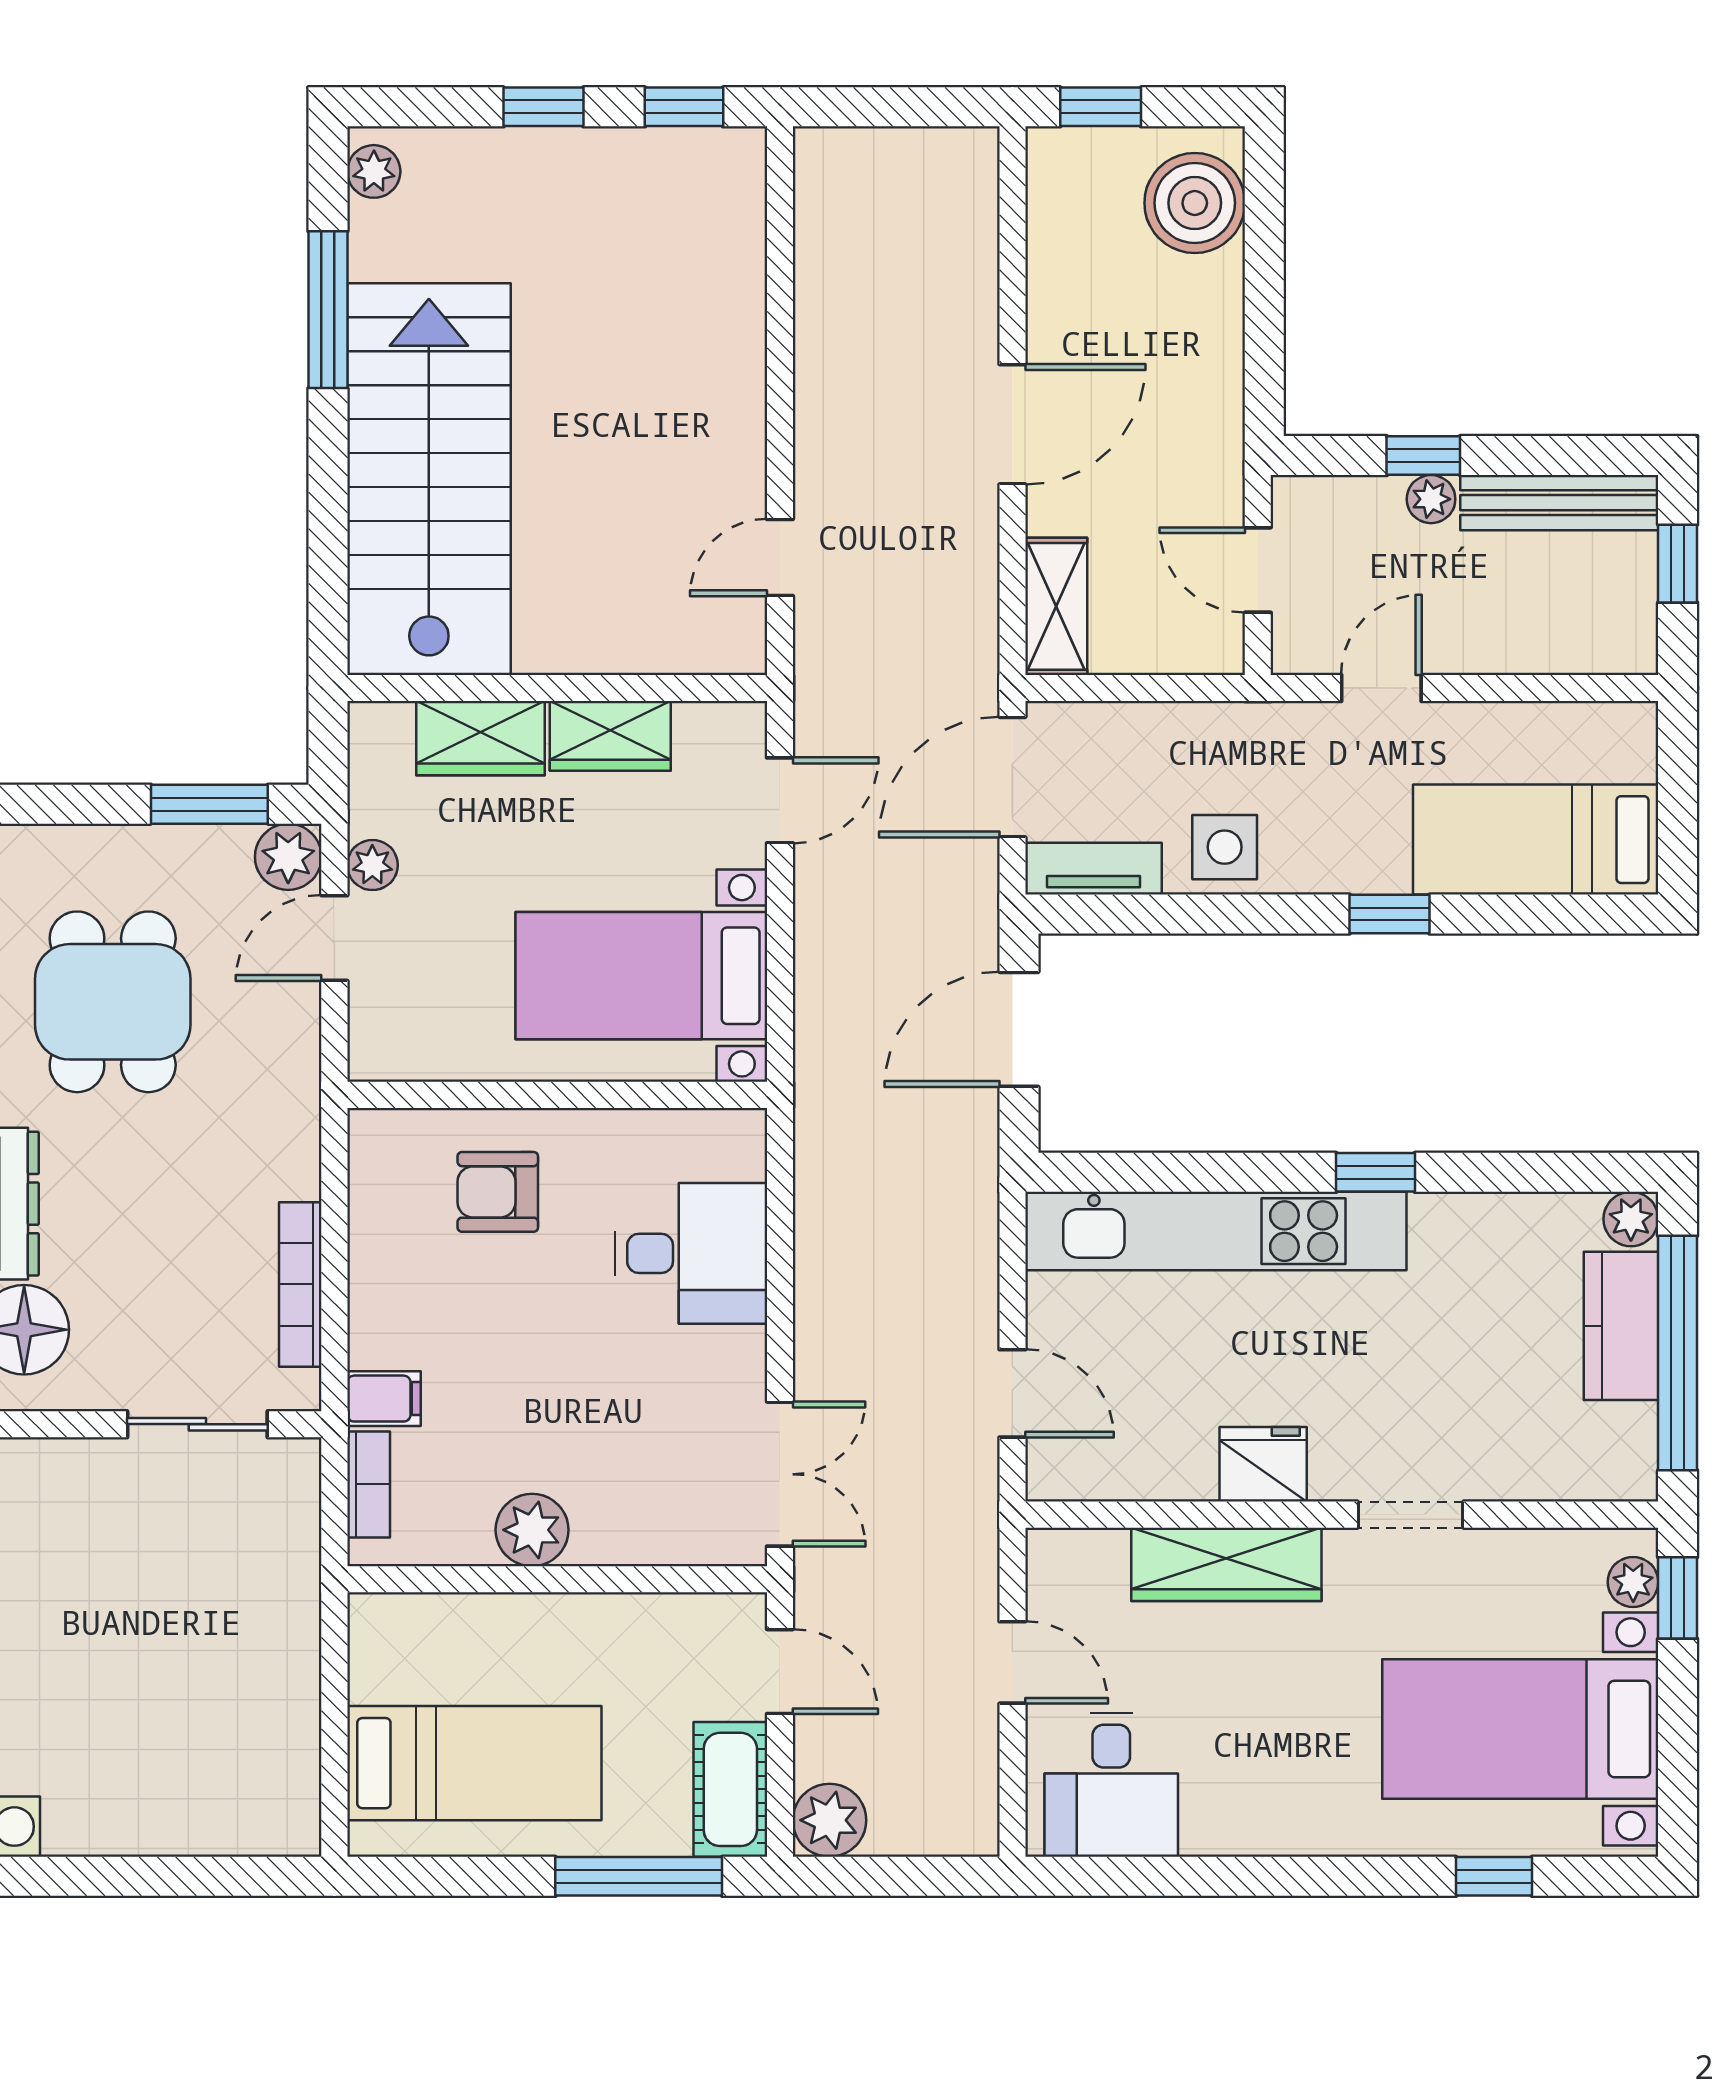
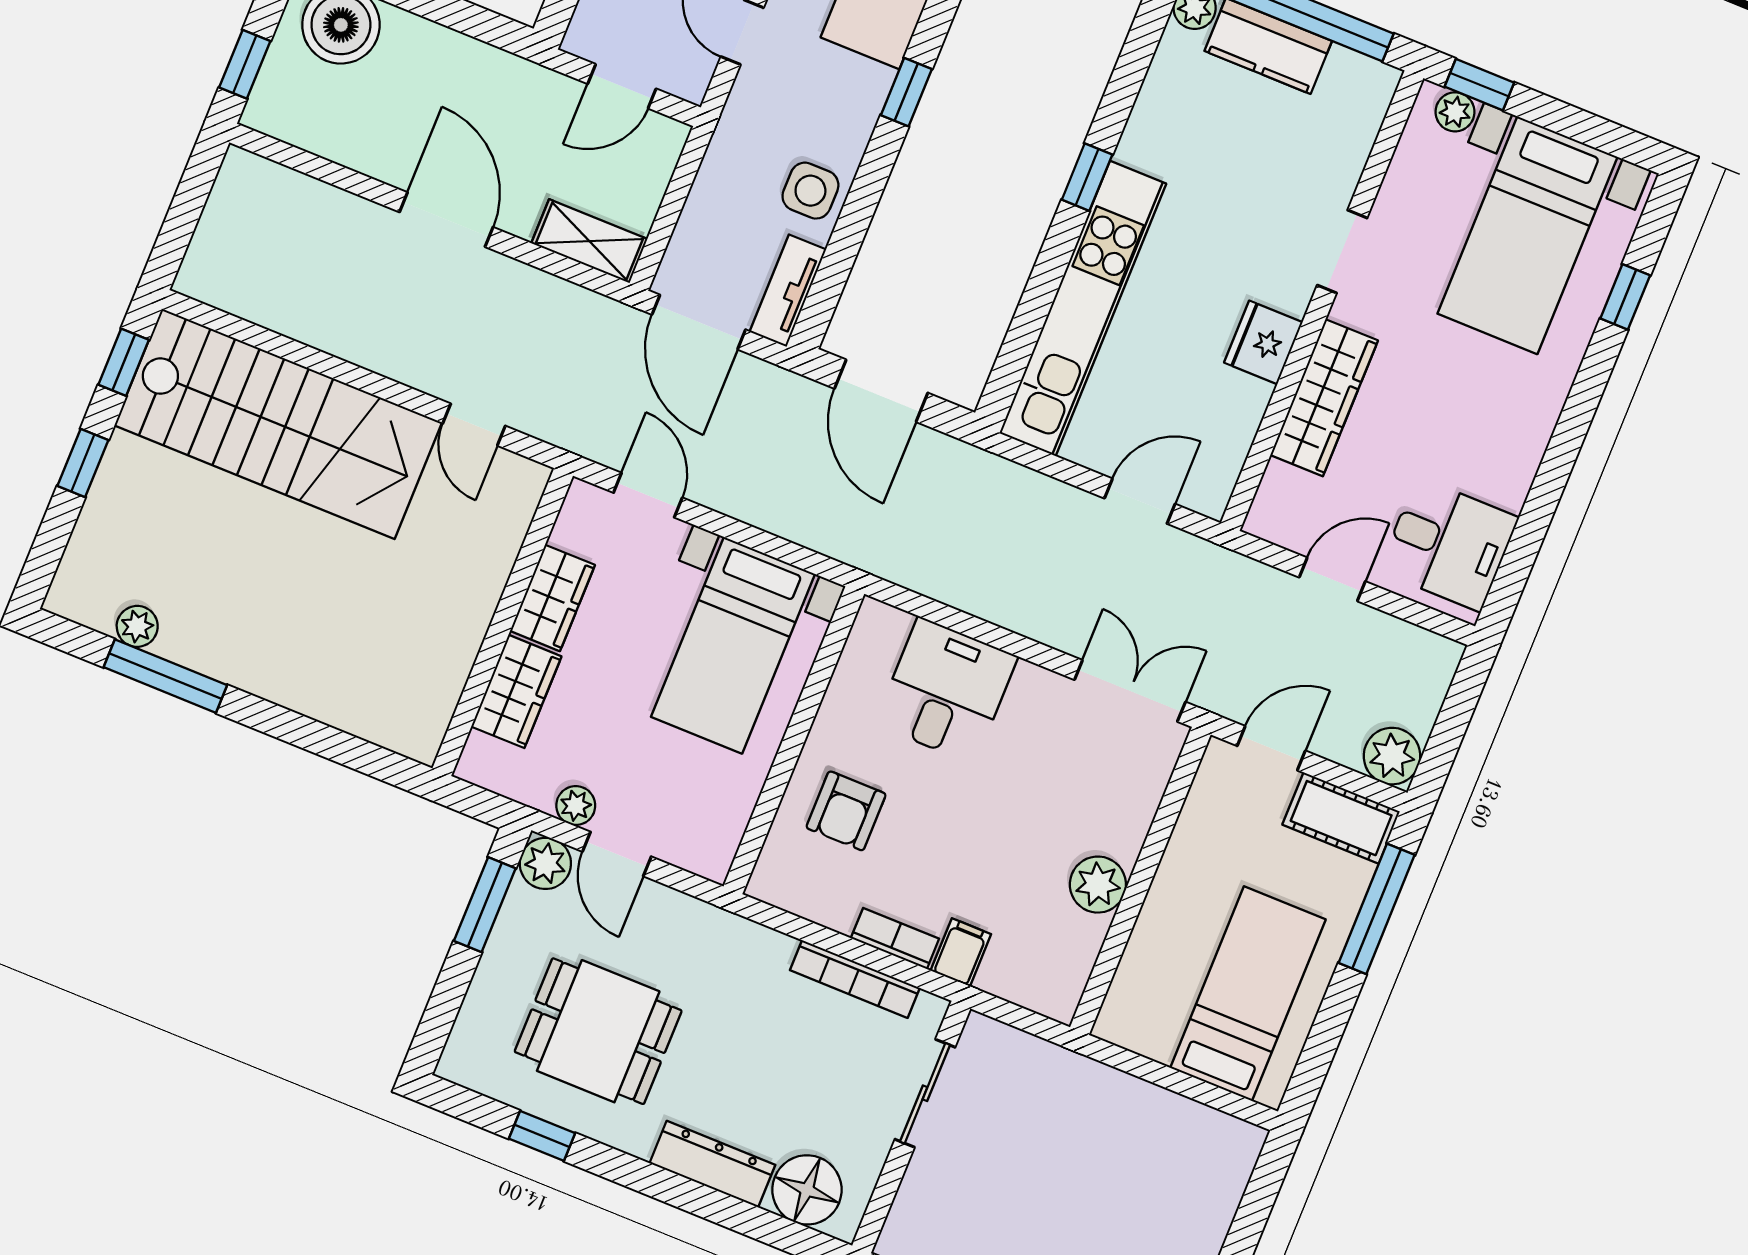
plant: (374, 171) -> (137, 626), moved
stairs: (429, 479) -> (278, 424), moved, turned 180
bookcase: (369, 1484) -> (895, 938), moved

